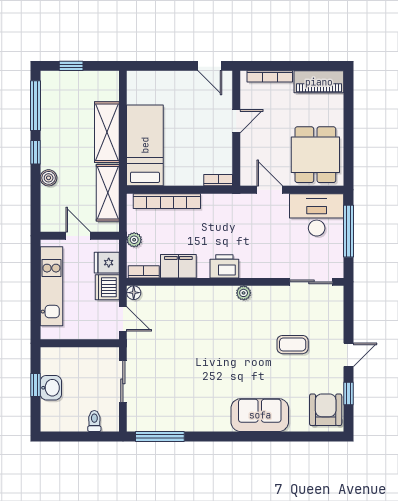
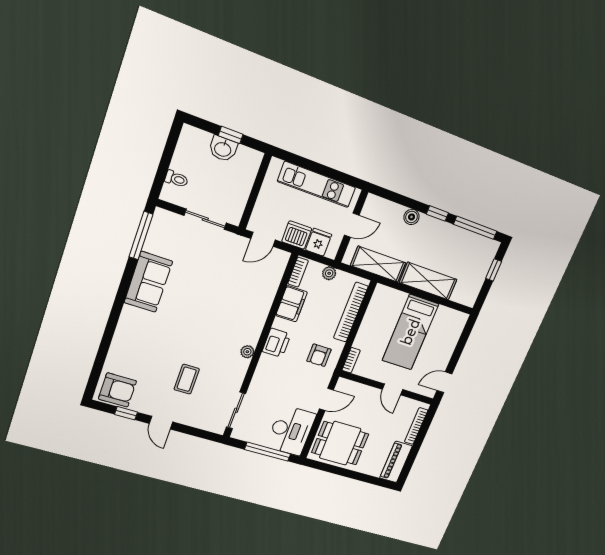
bed: (145, 145) -> (410, 332), moved, turned 90
armchair: (224, 217) -> (319, 355), added
floor lamp: (134, 293) -> (283, 257), removed
sofa: (260, 415) -> (148, 282), moved

